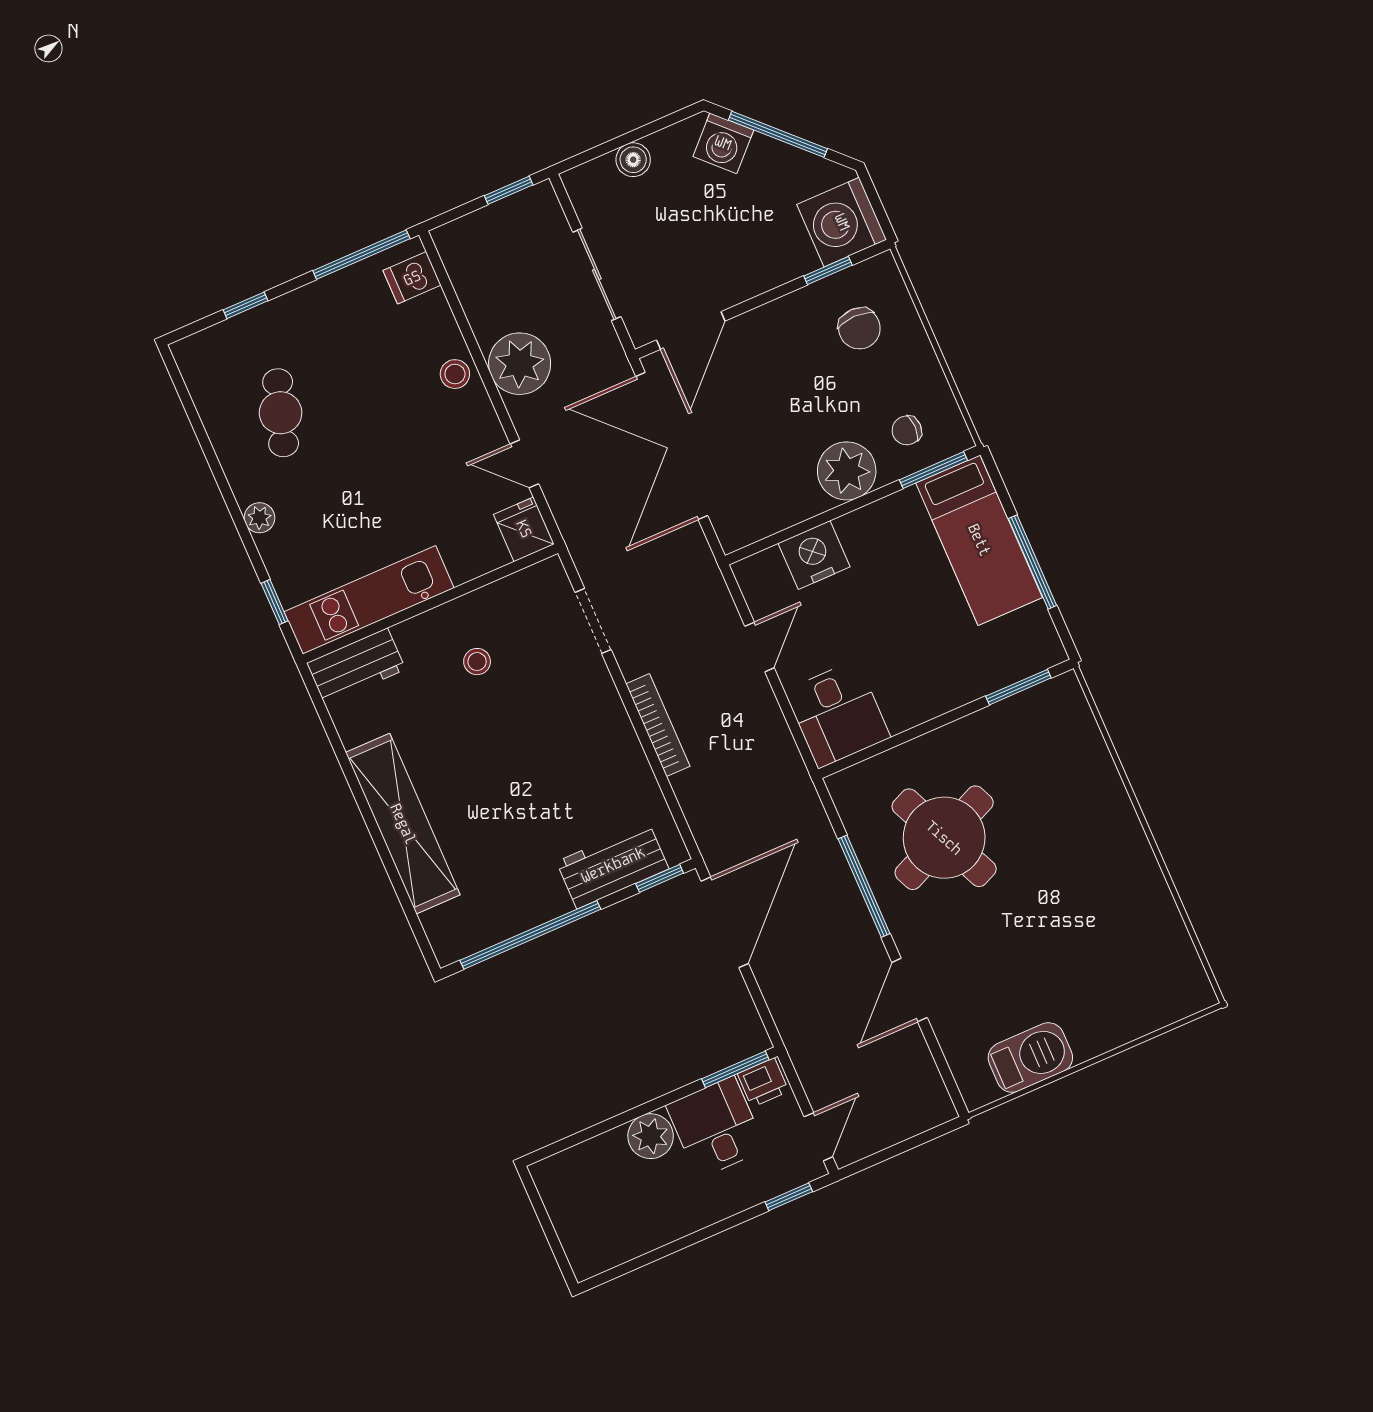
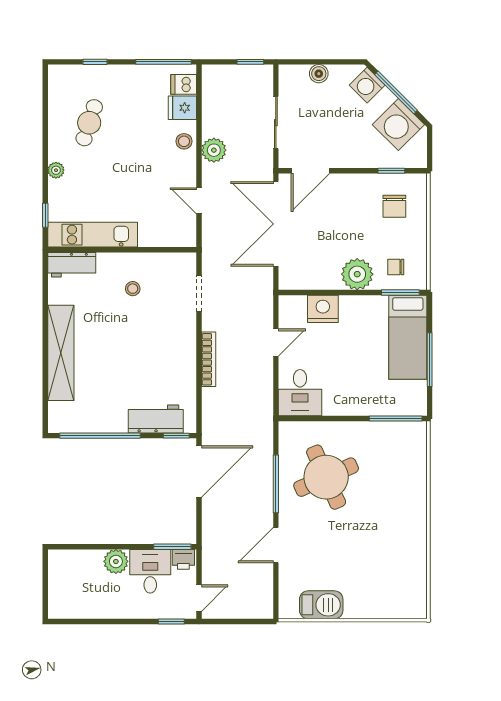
washing machine: (842, 222) -> (398, 125), moved, turned -45
plant: (520, 364) -> (214, 150), width x0.73, depth x0.73
fridge: (524, 529) -> (182, 108), moved, turned -90
window: (1018, 687) -> (396, 419), width x1.44

